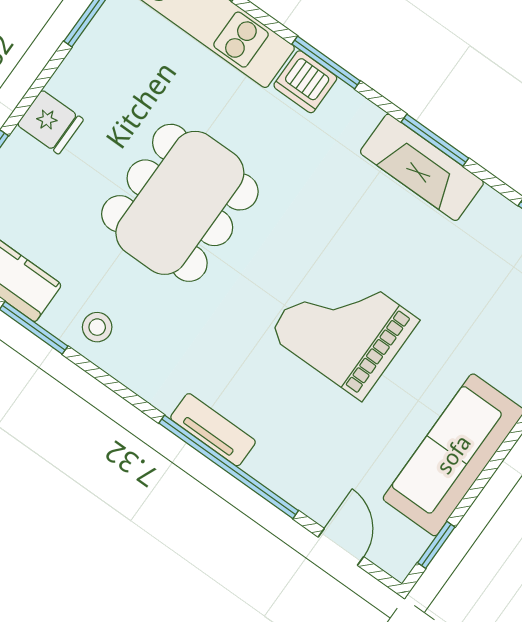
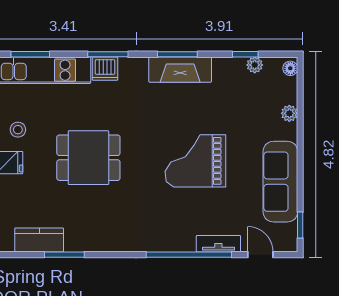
dining table: (180, 203) -> (88, 158), width x0.73
stool: (97, 327) -> (18, 130), moved
tv unit: (213, 430) -> (218, 244), moved

